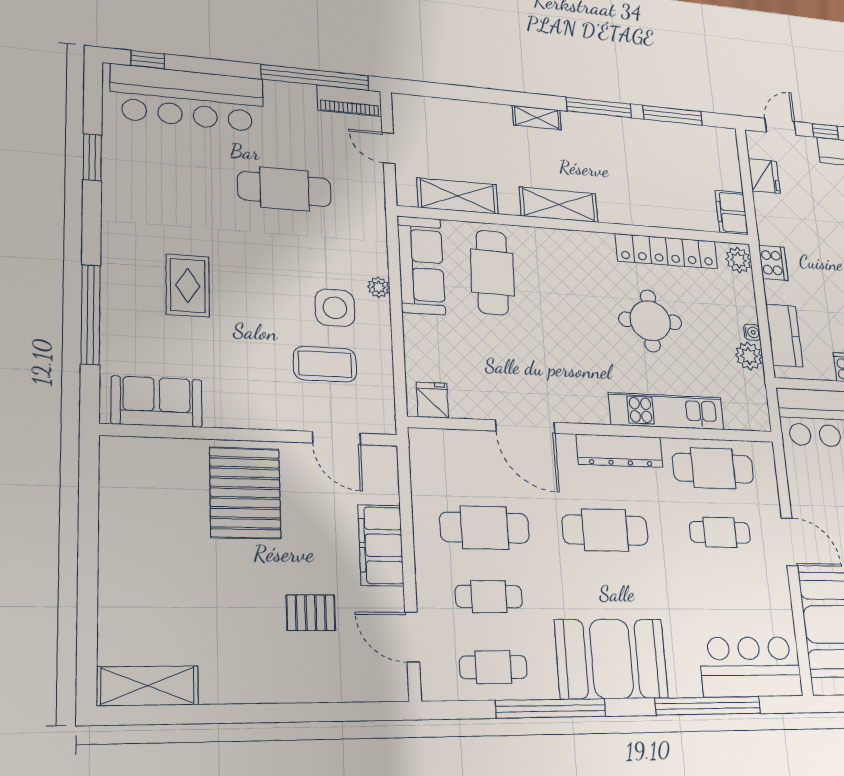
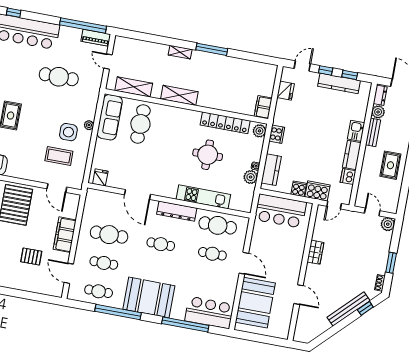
window: (673, 115) -> (248, 56), removed
cafe table: (605, 530) -> (161, 244), width x0.73, depth x0.74

